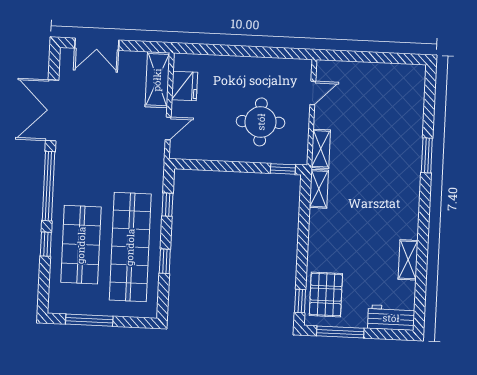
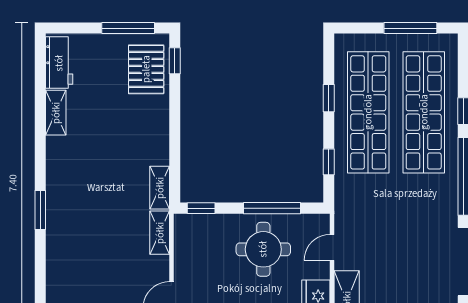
round table: (261, 122) -> (263, 249), moved
window: (427, 155) -> (40, 210), moved
window: (220, 166) -> (272, 208), added
shop shelf: (81, 245) -> (424, 112), width x1.40
workbench: (391, 318) -> (59, 63), moved, turned -90

